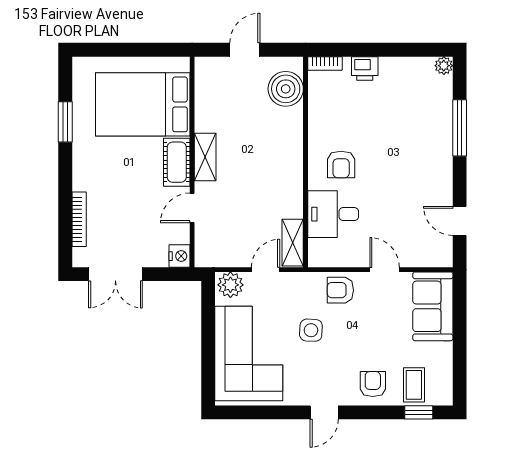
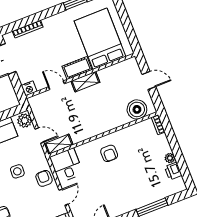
plant: (444, 66) -> (170, 158), moved
printer: (365, 69) -> (173, 171), moved
armchair: (341, 164) -> (109, 153), turned -90
desk: (333, 214) -> (66, 165), moved

